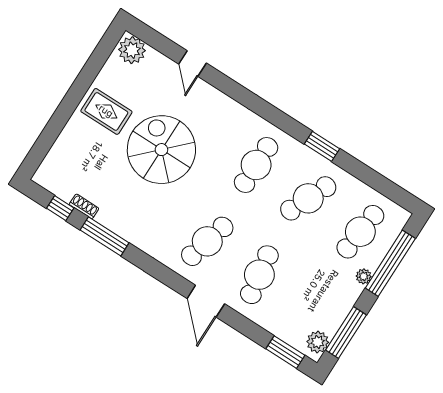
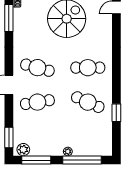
window: (322, 146) -> (116, 113), moved
cafe table: (360, 232) -> (88, 137), removed

